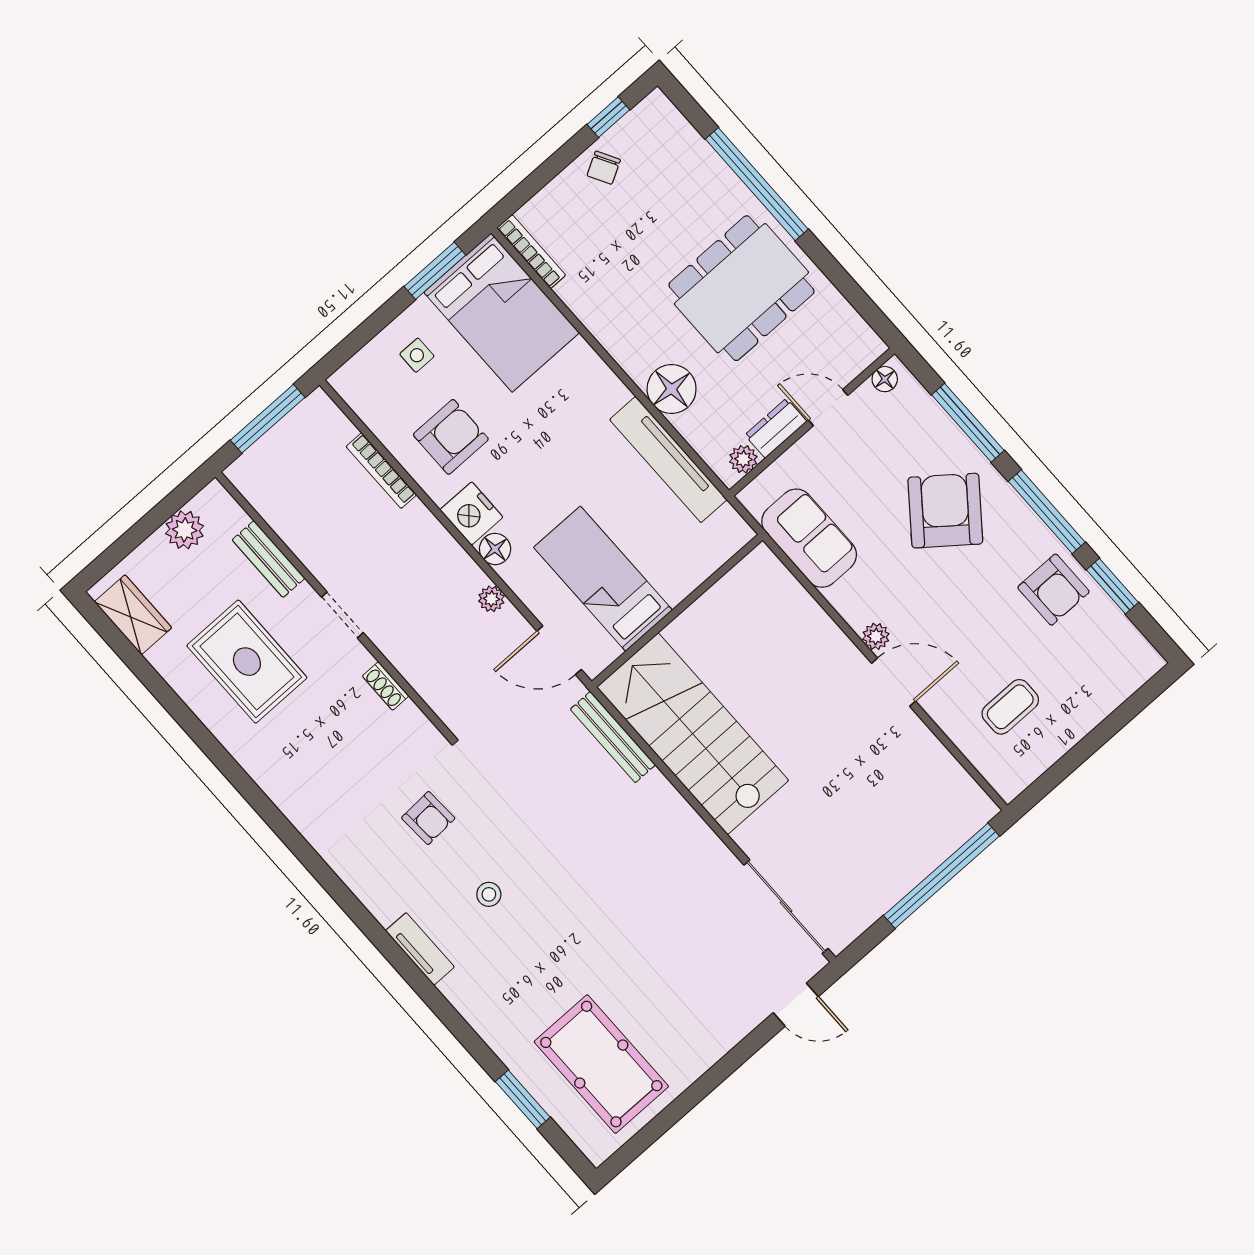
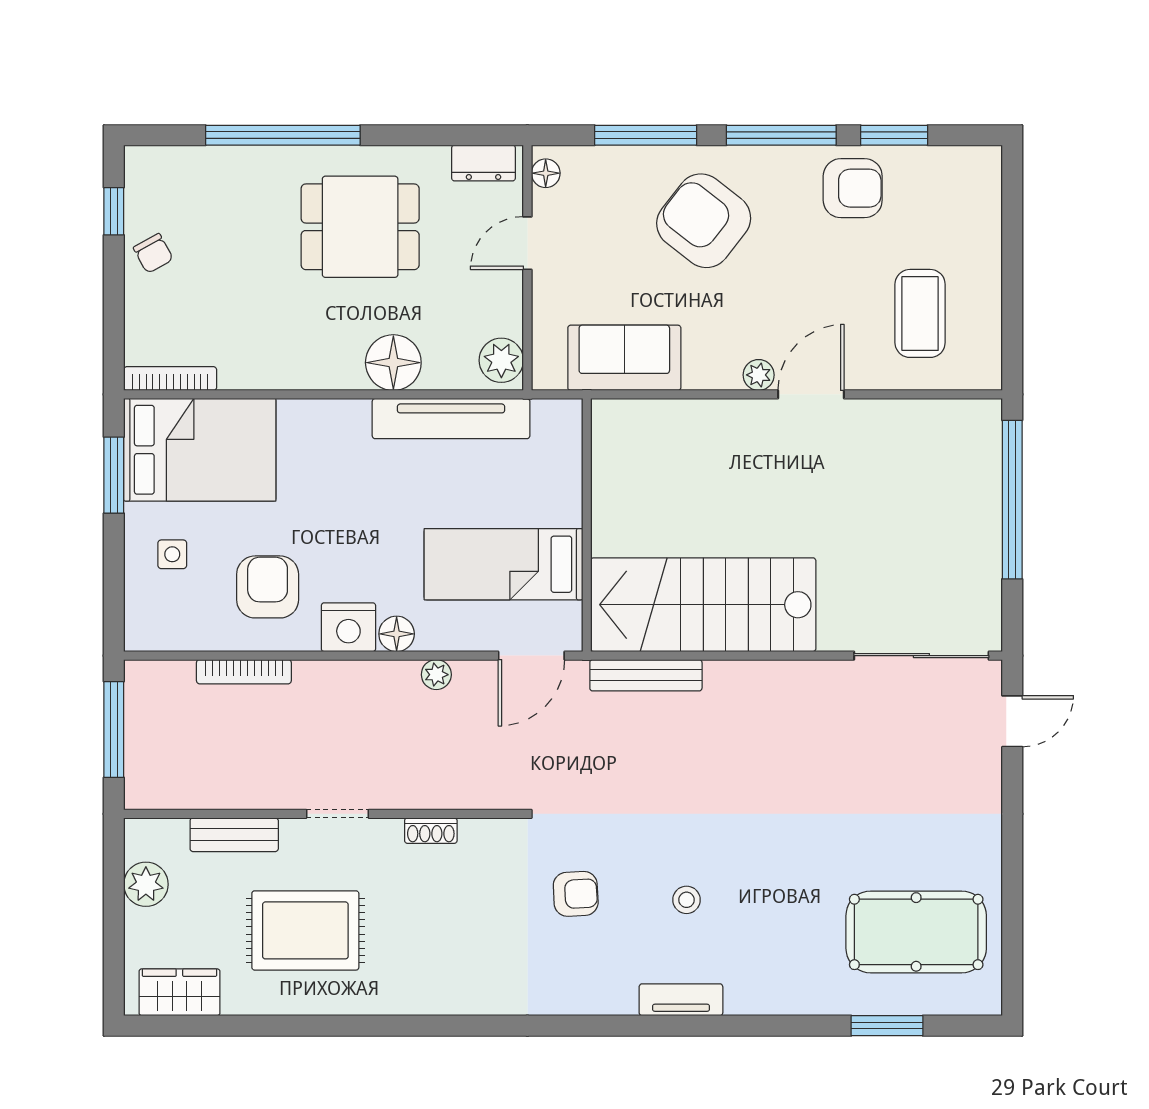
dining table: (741, 288) -> (360, 227), width x0.73
dresser: (776, 428) -> (483, 163), moved, turned -90
plant: (743, 459) -> (501, 360), width x1.38, depth x1.38
coffee table: (1010, 707) -> (920, 313), width x1.36, depth x1.30

